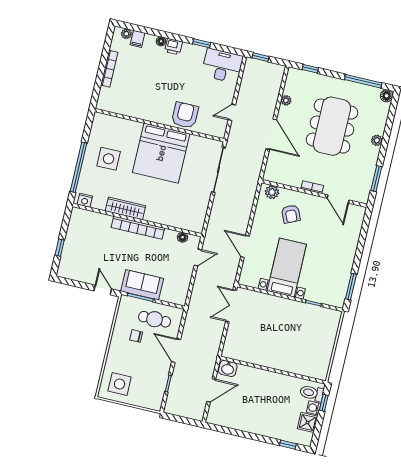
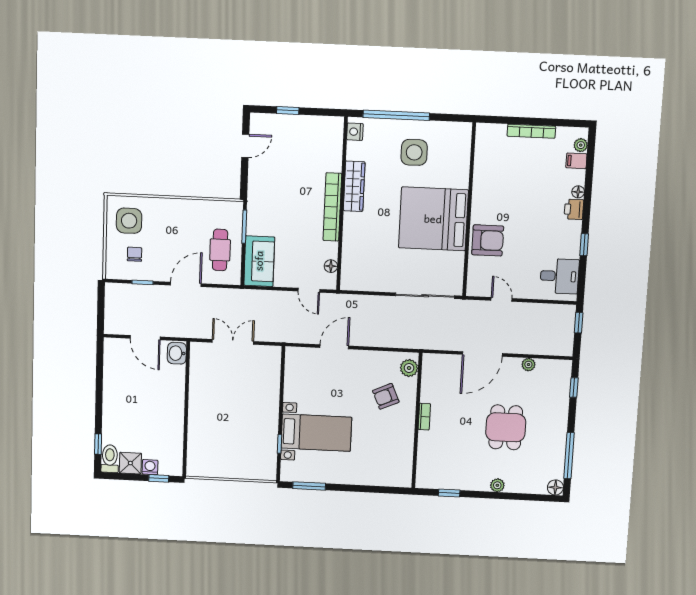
desk: (222, 66) -> (559, 276), width x0.73
dining table: (332, 126) -> (506, 427), width x0.53, depth x0.80
window: (376, 179) -> (449, 493), width x0.67
door: (338, 199) -> (415, 451), removed
bed with nightstands: (287, 267) -> (316, 433), moved
sofa: (142, 285) -> (259, 261), moved
door: (103, 290) -> (245, 146), moved
double door: (231, 306) -> (233, 342), moved
chair: (136, 336) -> (135, 254), moved
toilet: (312, 393) -> (110, 459), moved

